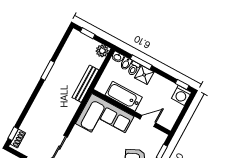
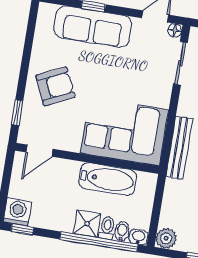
window: (141, 62) -> (99, 242), width x2.11
bench: (85, 84) -> (179, 148), moved
door: (148, 121) -> (40, 151), moved

